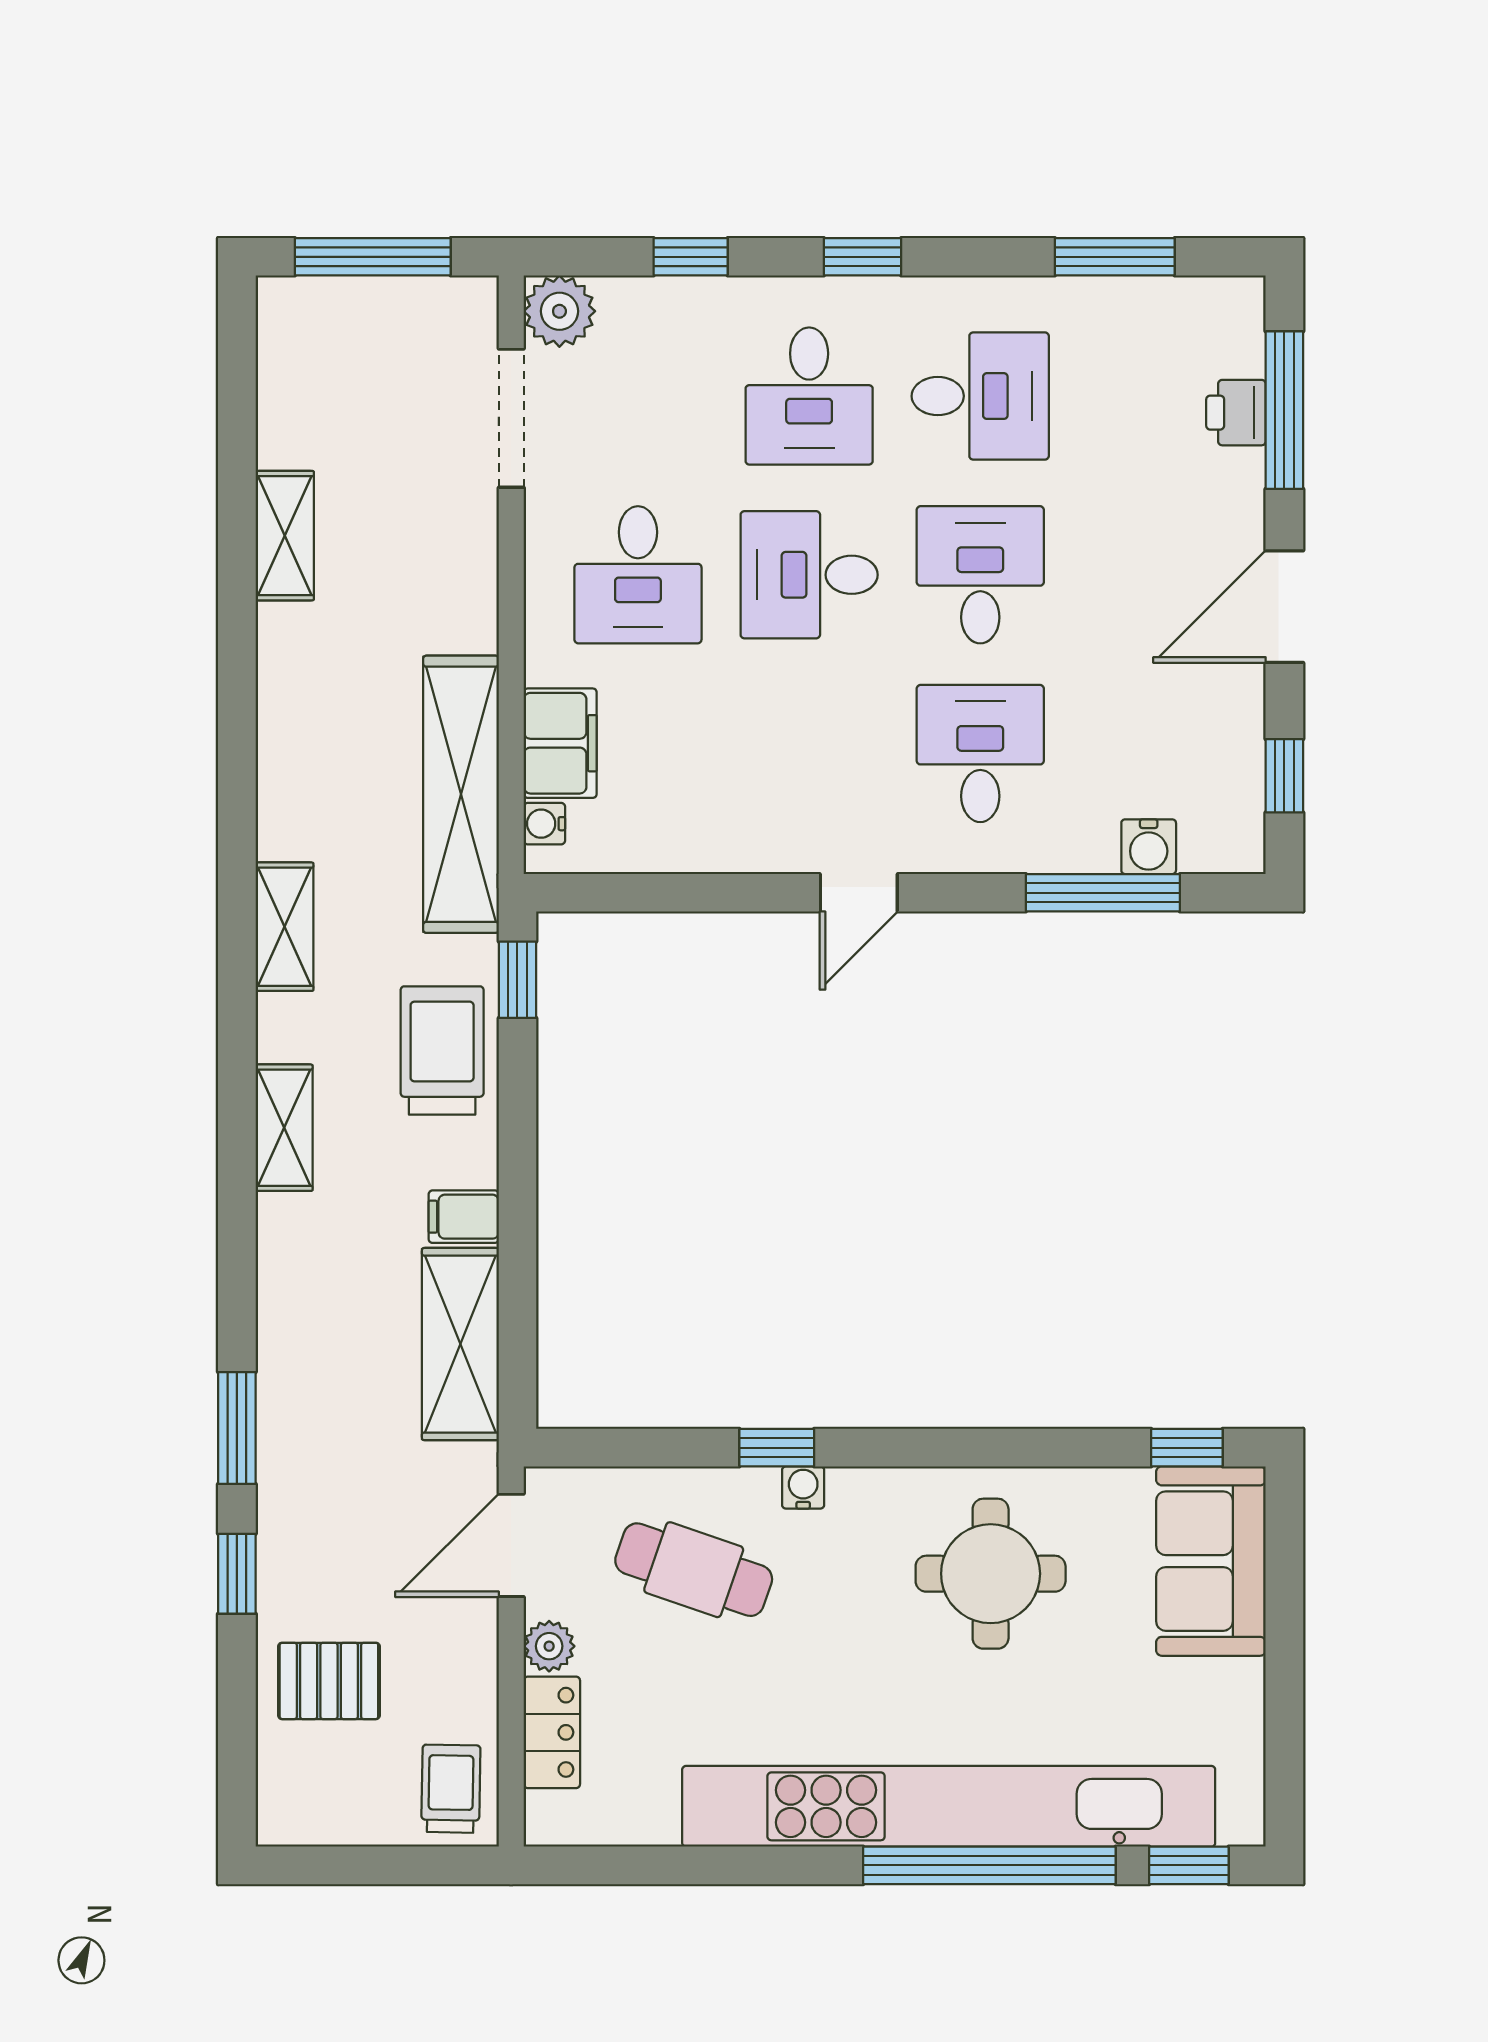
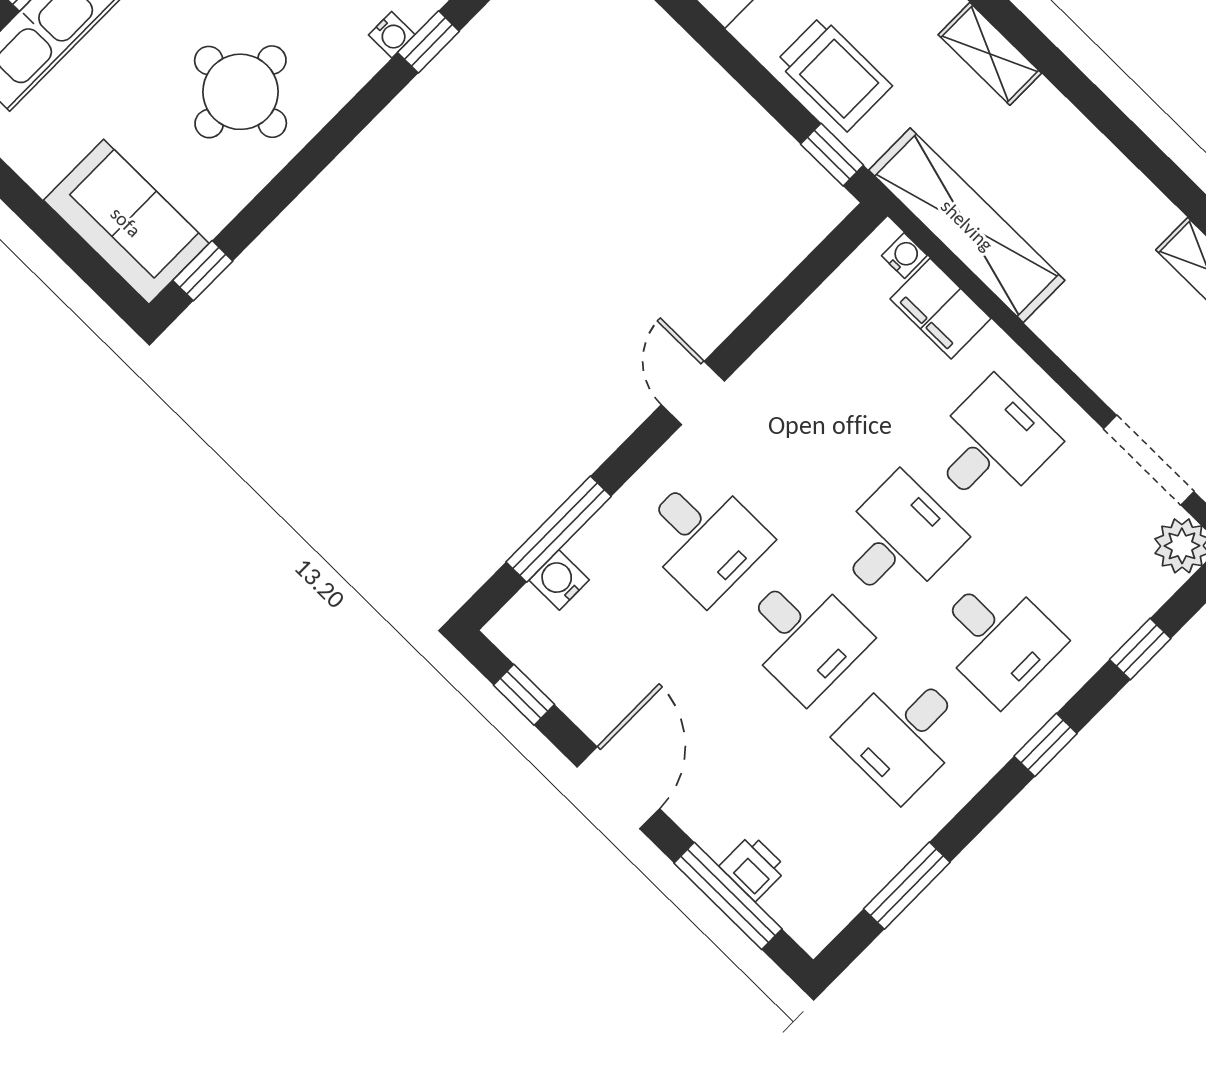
desk: (809, 396) -> (997, 638), turned 180
desk: (638, 575) -> (992, 445), turned 90

